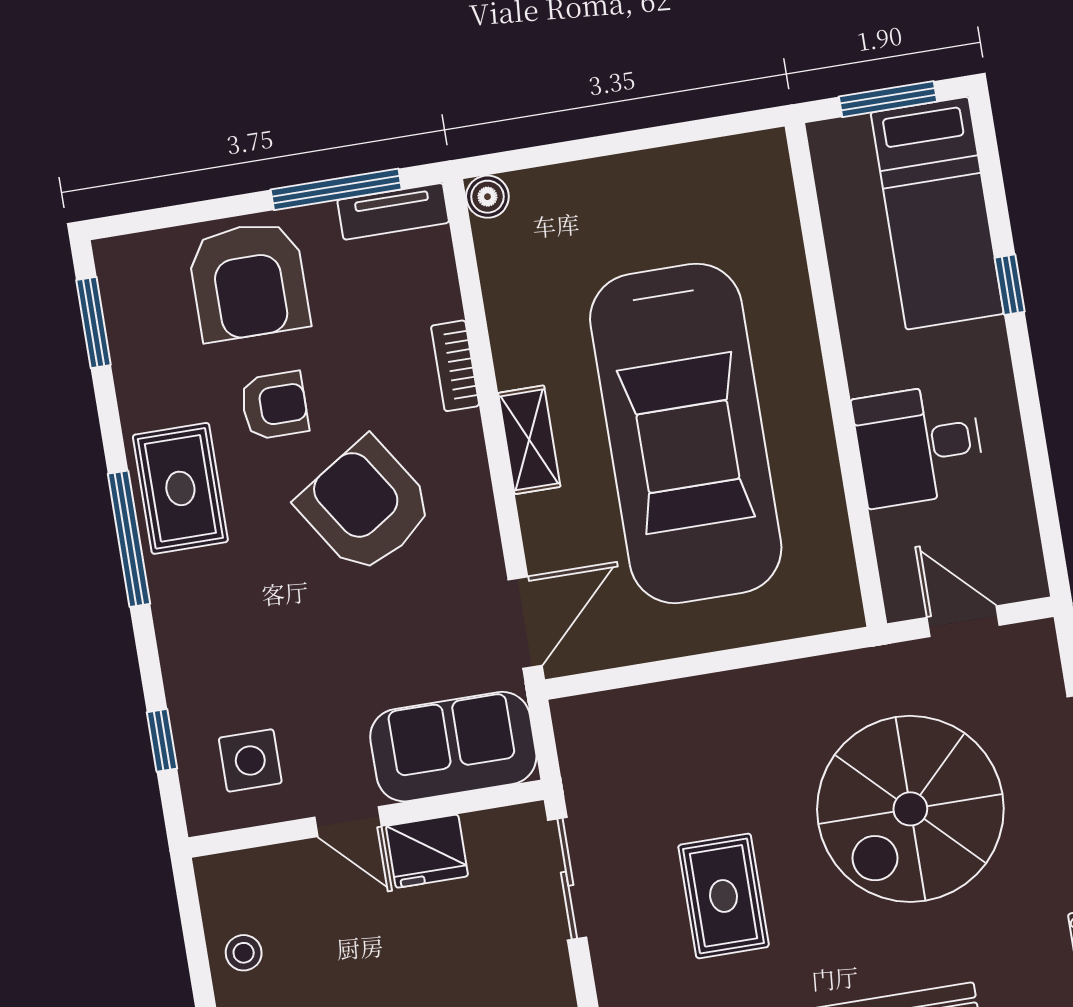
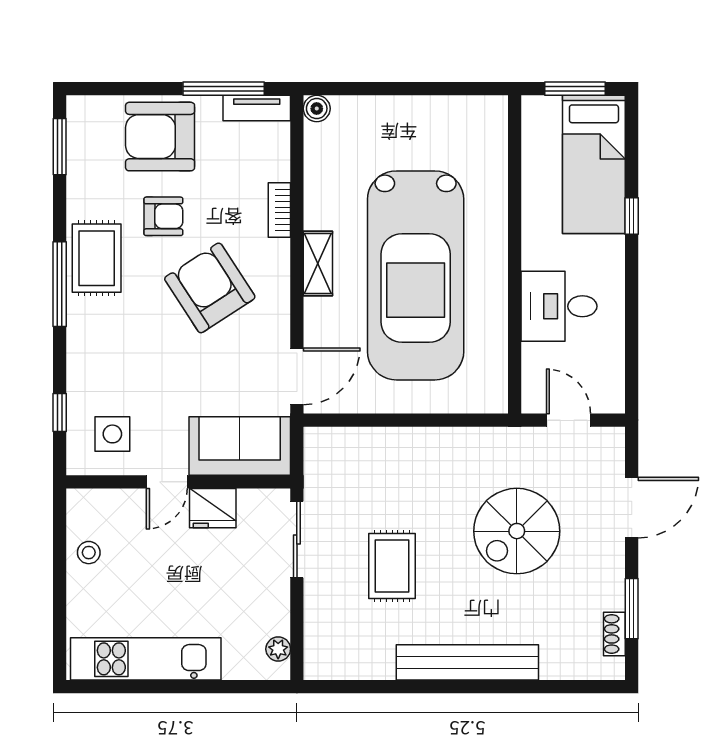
armchair: (249, 281) -> (160, 137), turned 90
spiral stairs: (910, 809) -> (517, 531), width x0.73, depth x0.73
door: (348, 822) -> (167, 482), hinge flipped

